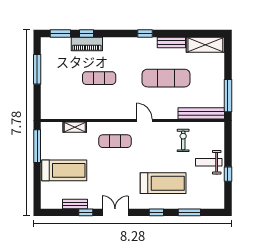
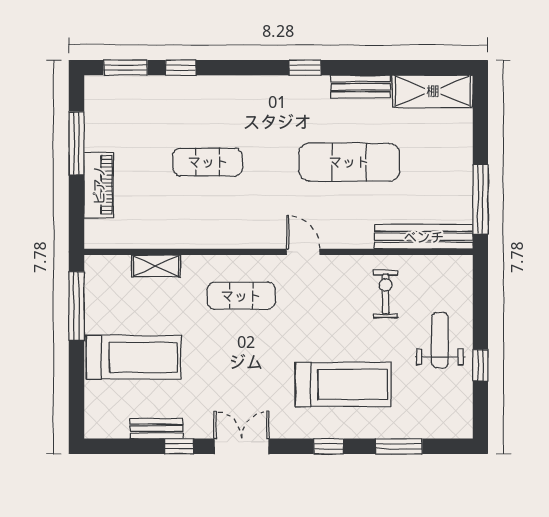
piano: (87, 44) -> (99, 185), moved, turned -90
weight bench: (209, 162) -> (440, 340), turned 90

